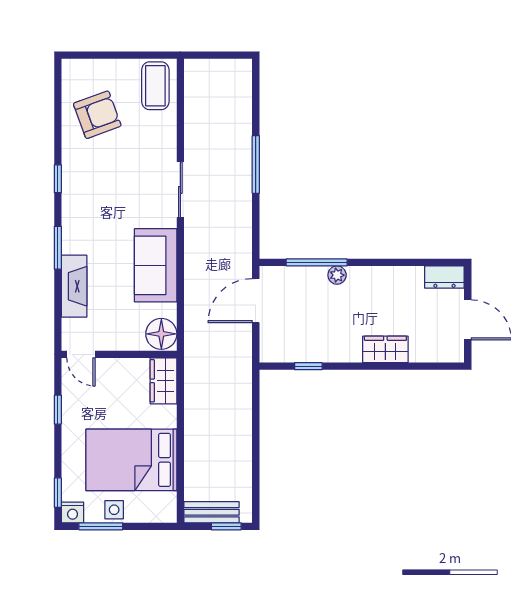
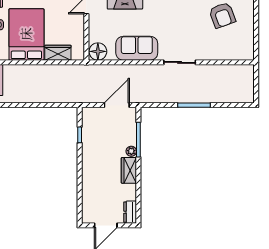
coffee table: (155, 86) -> (239, 48), removed
door: (256, 301) -> (117, 105), hinge flipped
wardrobe: (385, 349) -> (129, 170), moved, turned 180
wardrobe: (163, 381) -> (58, 53), moved

